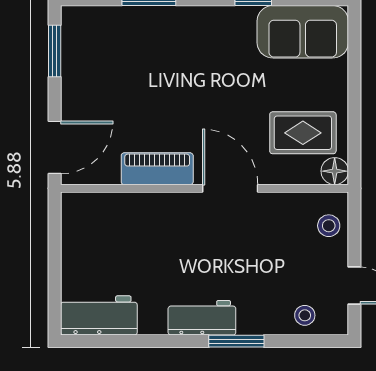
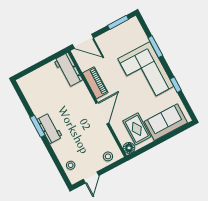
sofa: (303, 32) -> (166, 122), moved, turned 90
corner sofa: (193, 49) -> (146, 73), added
workbench: (99, 315) -> (68, 70), moved, turned 180
window: (236, 341) -> (38, 126), moved

